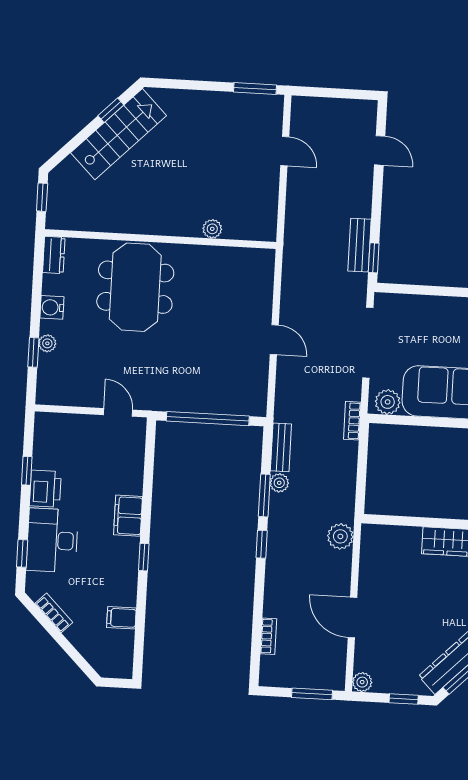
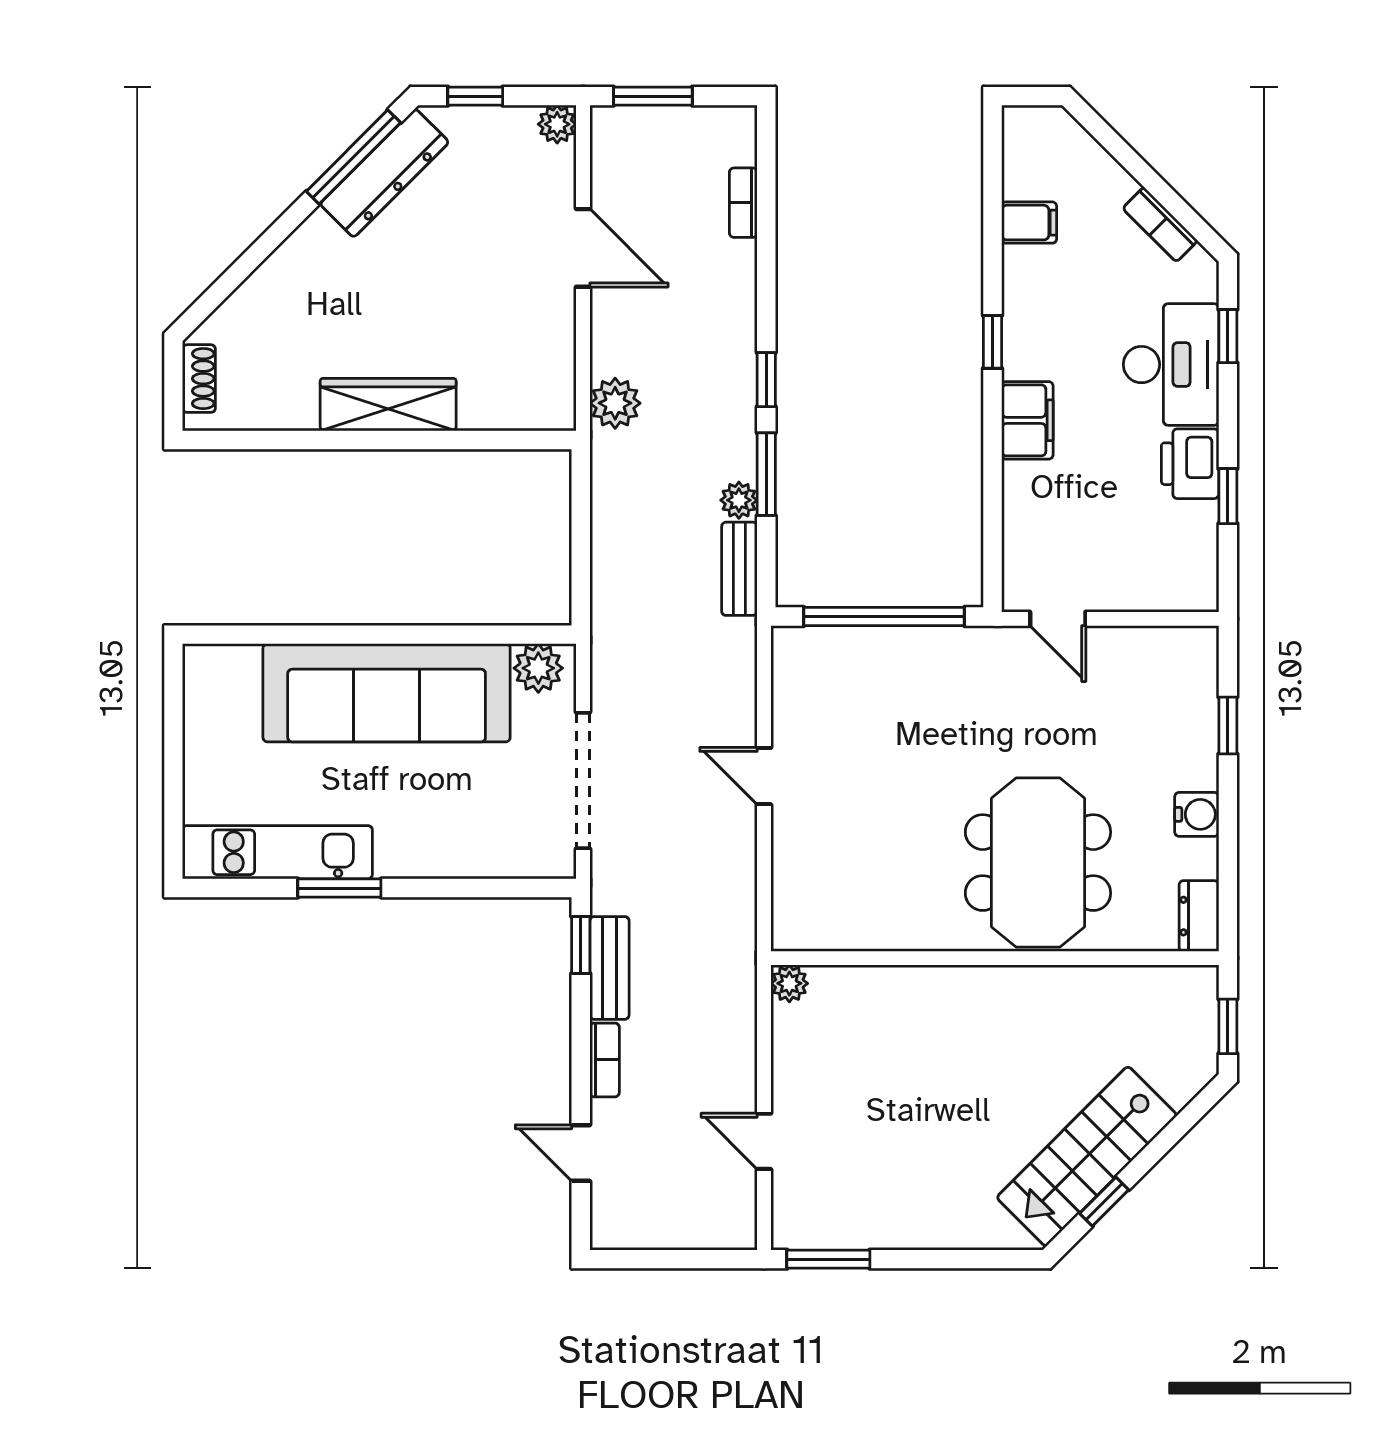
plant: (212, 229) -> (789, 983), moved
plant: (47, 343) -> (1202, 744), removed
bookcase: (352, 421) -> (605, 1060), moved

